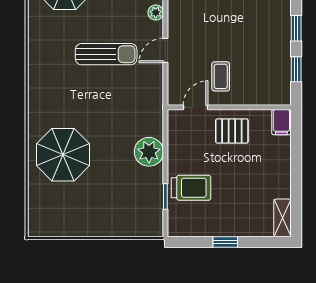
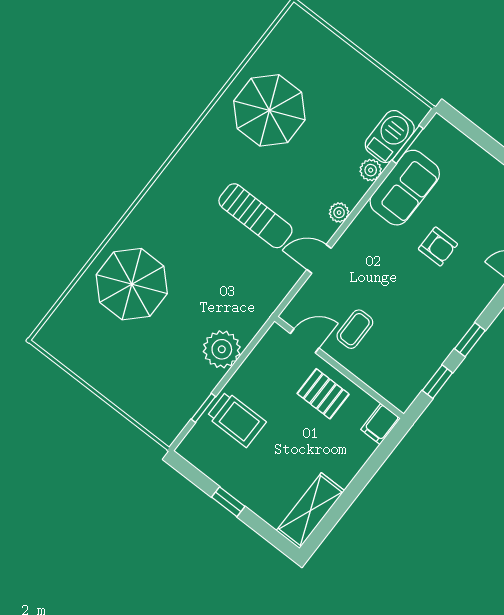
shelving: (282, 218) -> (310, 511), width x1.50, depth x1.33

